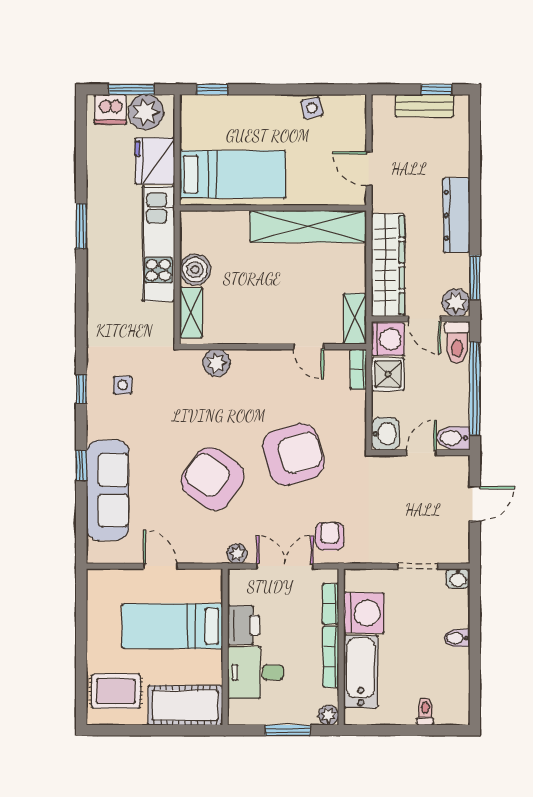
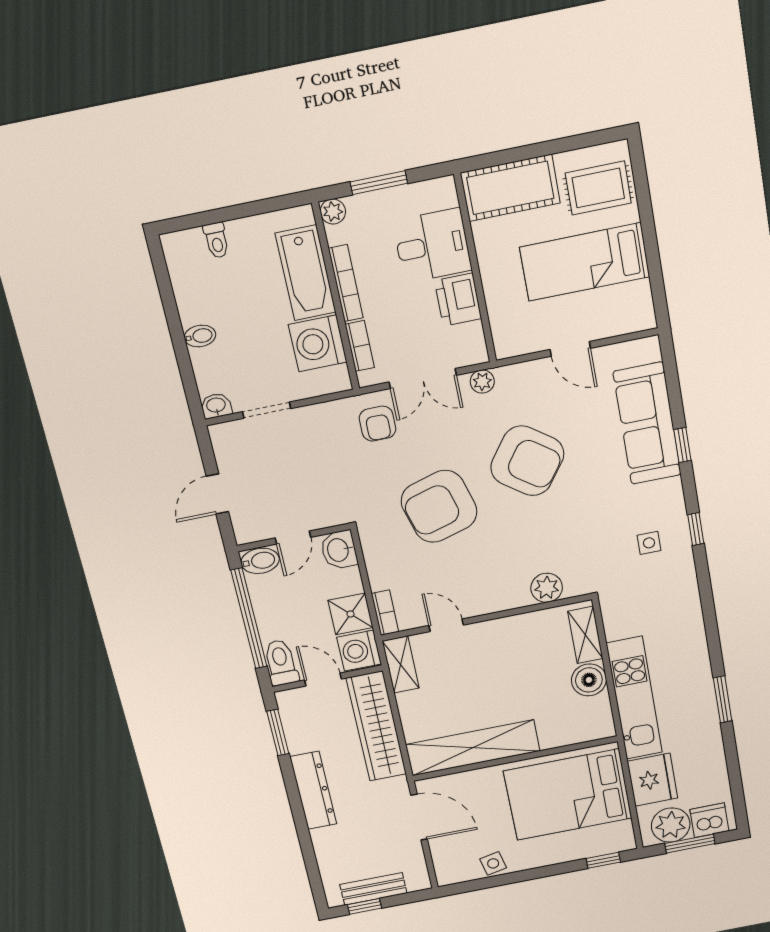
door: (369, 169) -> (419, 817), width x1.38
bed: (233, 174) -> (568, 795), width x1.50
plant: (456, 303) -> (292, 703), removed
bed: (172, 626) -> (585, 262), moved, turned 180

